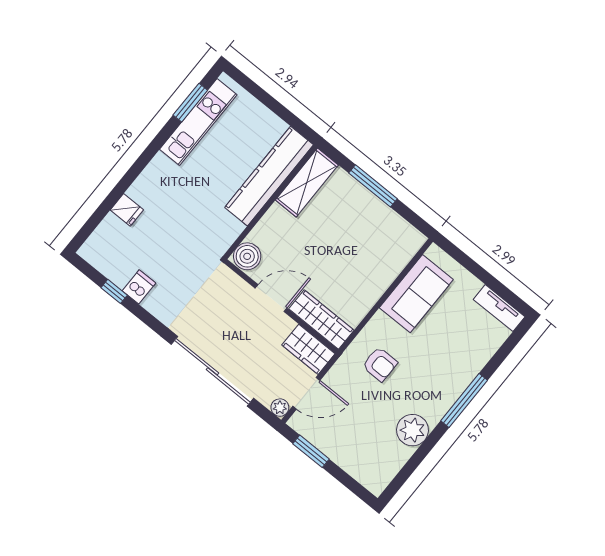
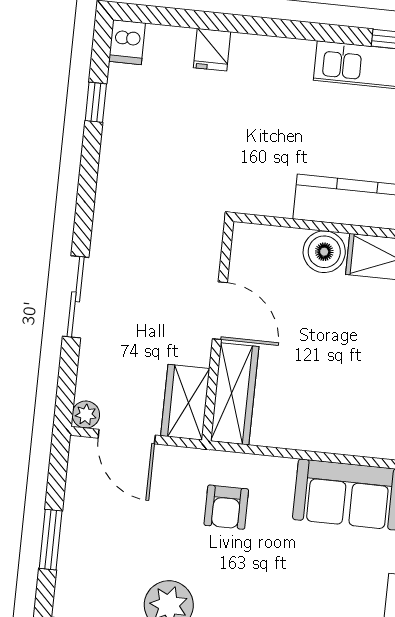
boiler: (247, 256) -> (324, 252), moved
dishwasher: (139, 287) -> (127, 42), moved, turned 90
sliding door: (212, 371) -> (76, 297), width x0.54
window: (311, 451) -> (51, 540), moved

